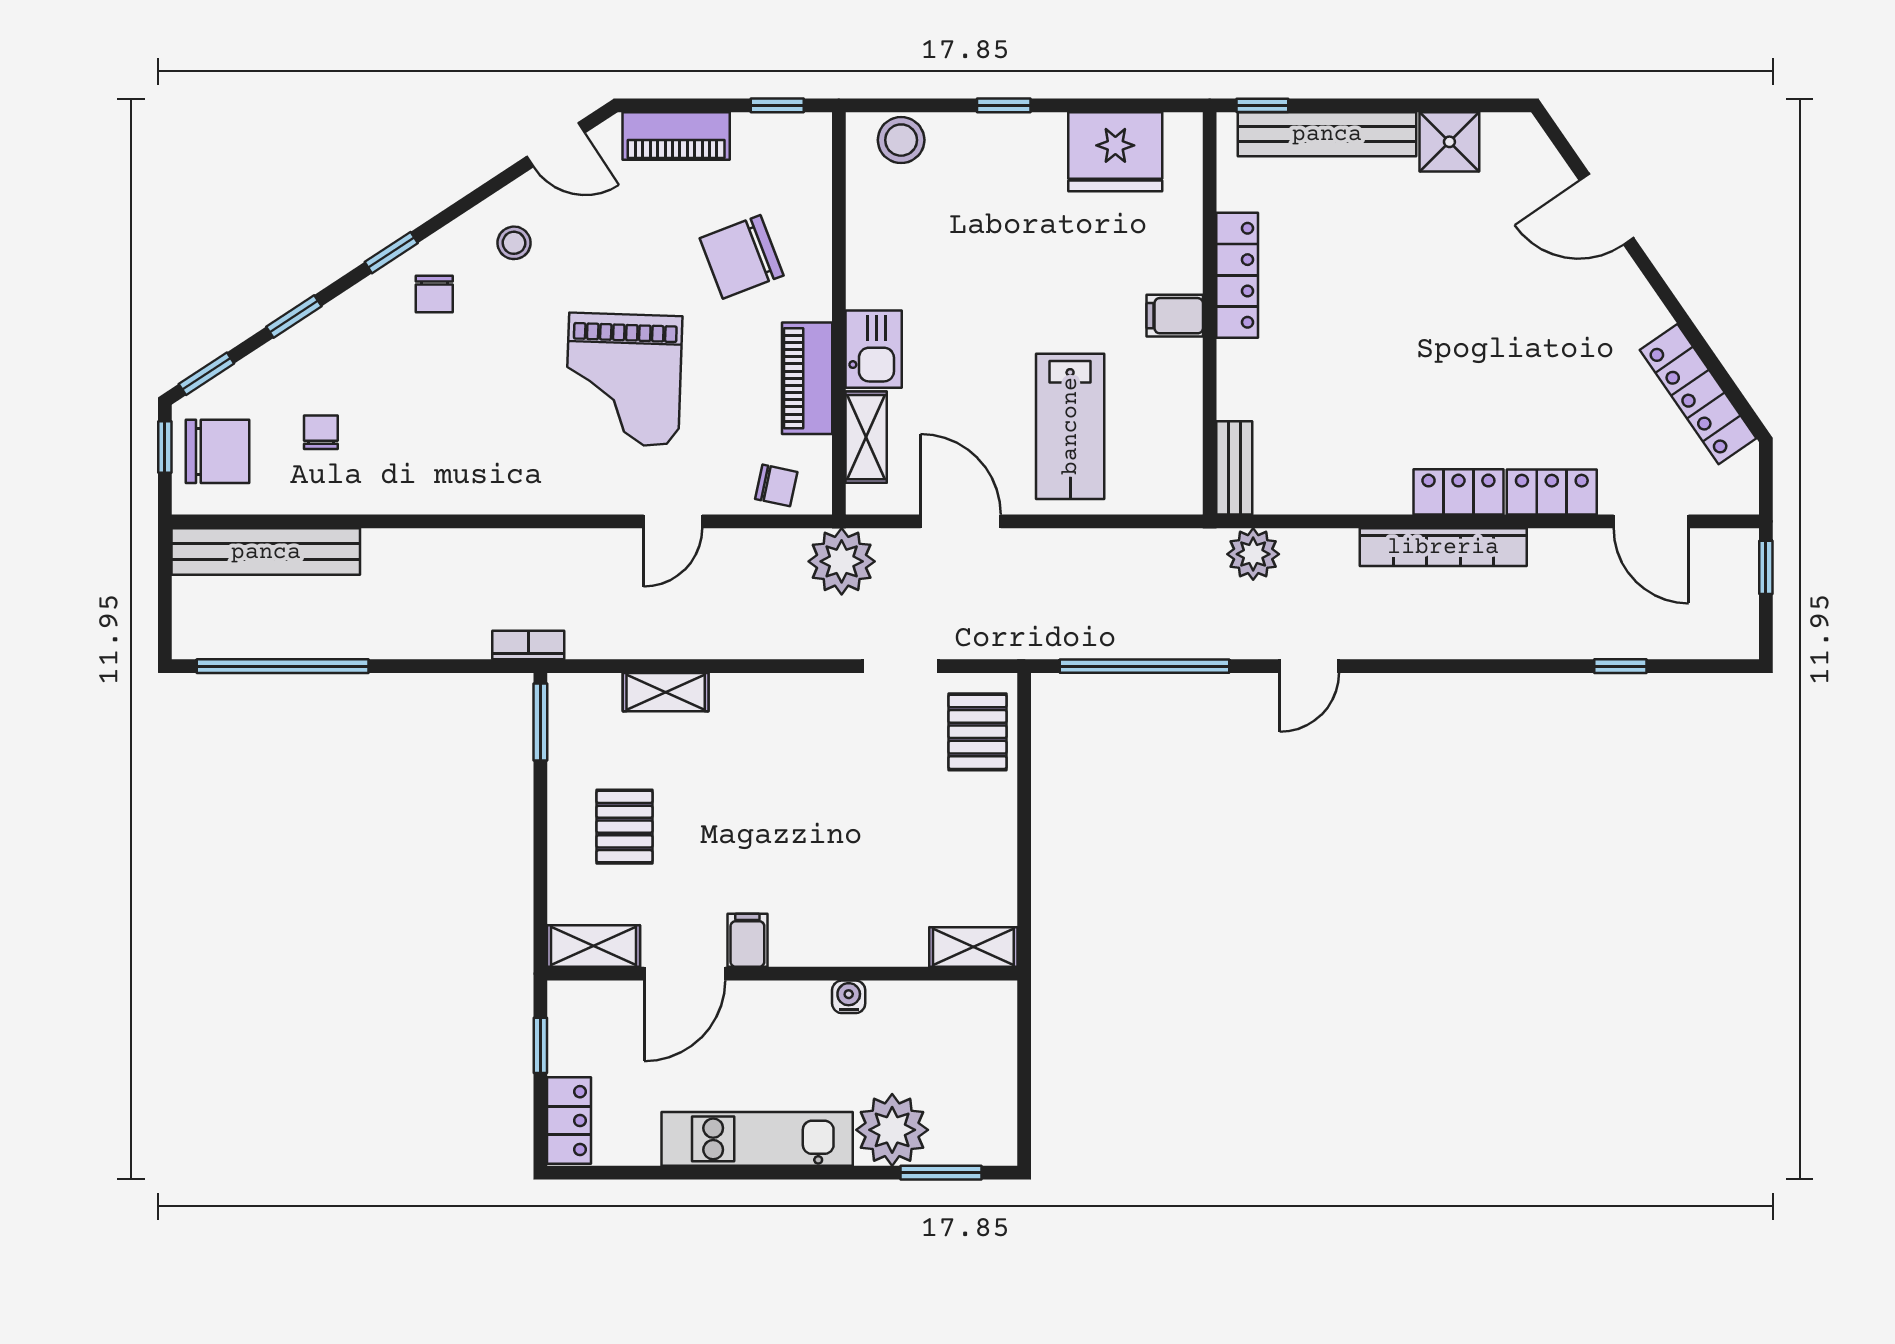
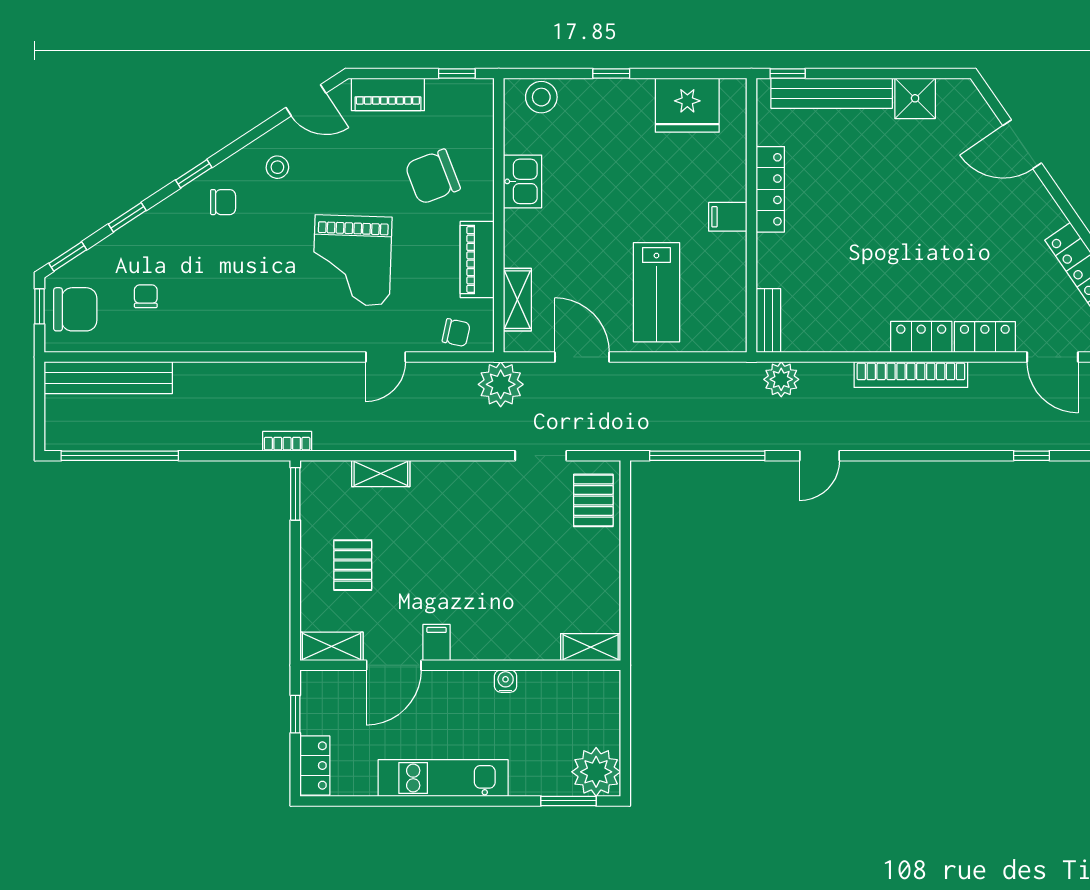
chair: (434, 294) -> (223, 202), turned -90
kitchen sink: (874, 349) -> (523, 181), moved
plant: (892, 1130) -> (596, 772), moved

